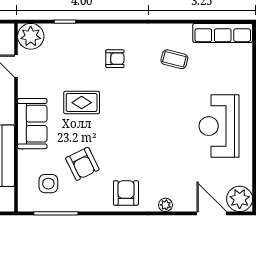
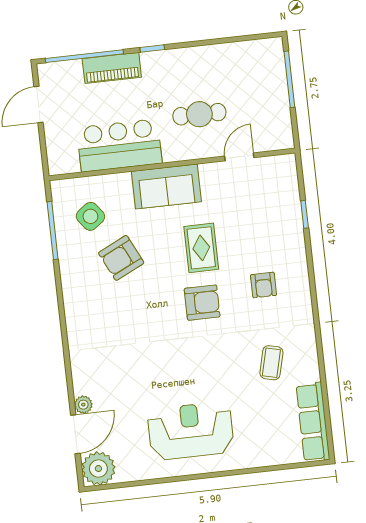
plant: (31, 36) -> (280, 172), removed
side table: (48, 184) -> (90, 216), turned -37
armchair: (126, 193) -> (202, 303), moved
plant: (165, 205) -> (83, 405), moved

